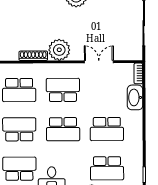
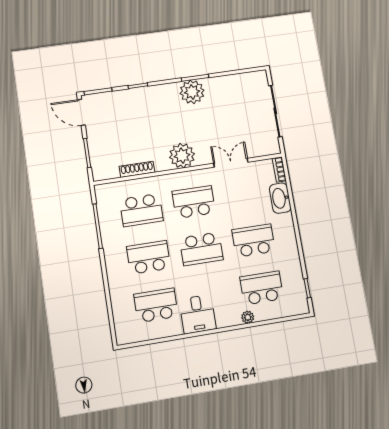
shoe rack: (33, 56) -> (137, 169), moved
school desk: (107, 129) -> (254, 241), turned 180
school desk: (107, 168) -> (262, 288), turned 180

